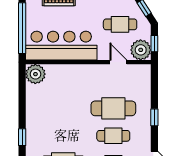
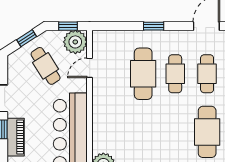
cafe table: (120, 24) -> (46, 66), turned -32

